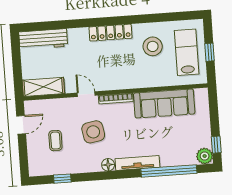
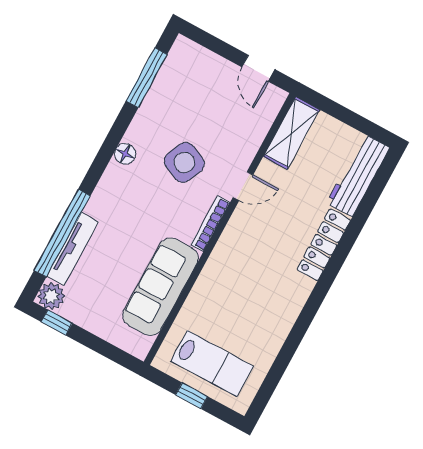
locker: (111, 33) -> (324, 245), moved
stool: (153, 46) -> (250, 321), removed
side table: (93, 132) -> (184, 162), turned 34
coffee table: (55, 141) -> (206, 102), removed
tv unit: (137, 163) -> (73, 249), moved
window: (62, 179) -> (147, 78), width x2.17

